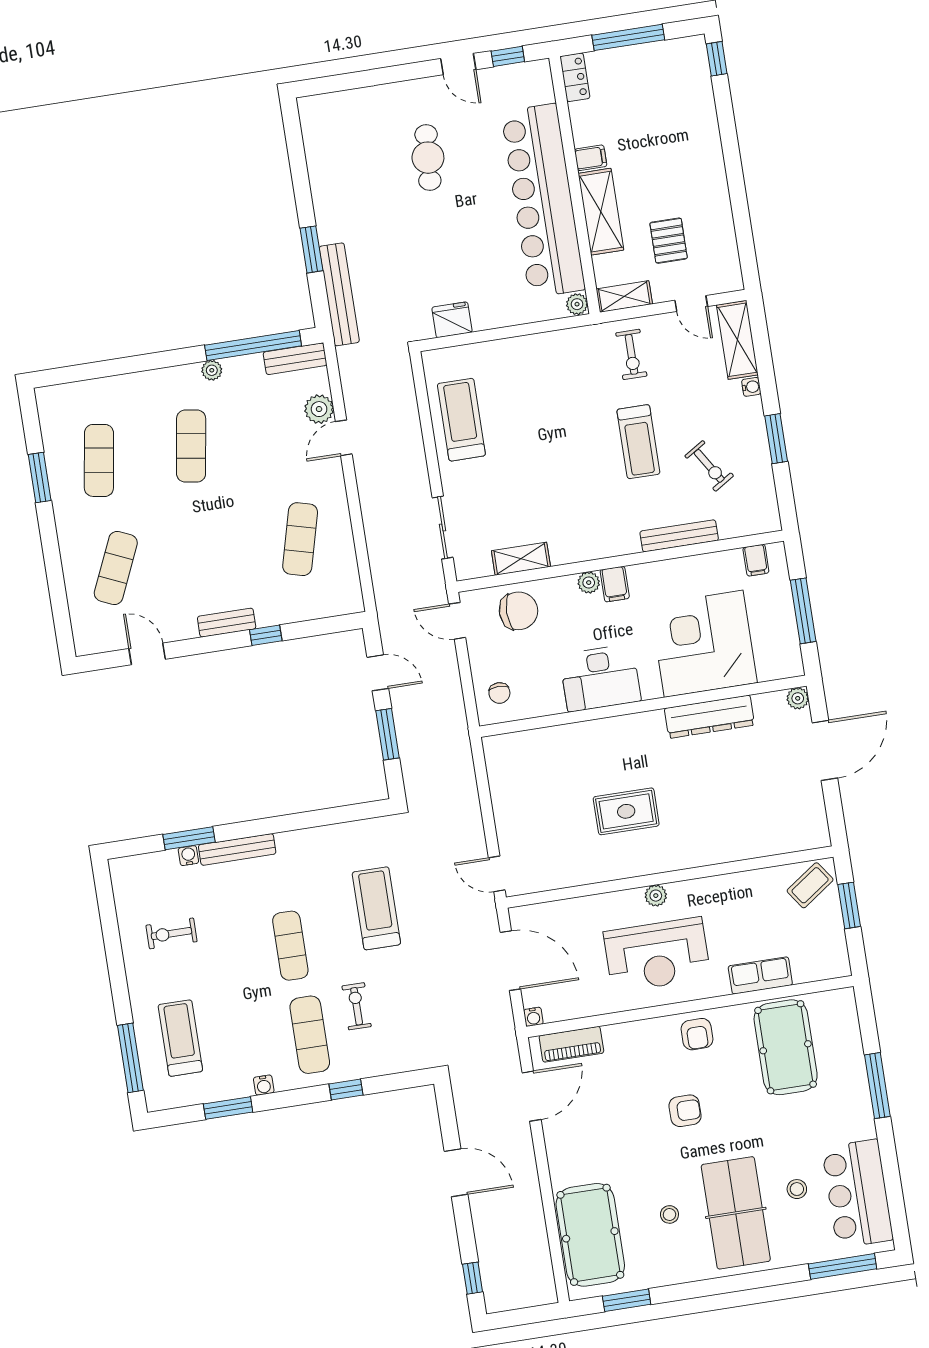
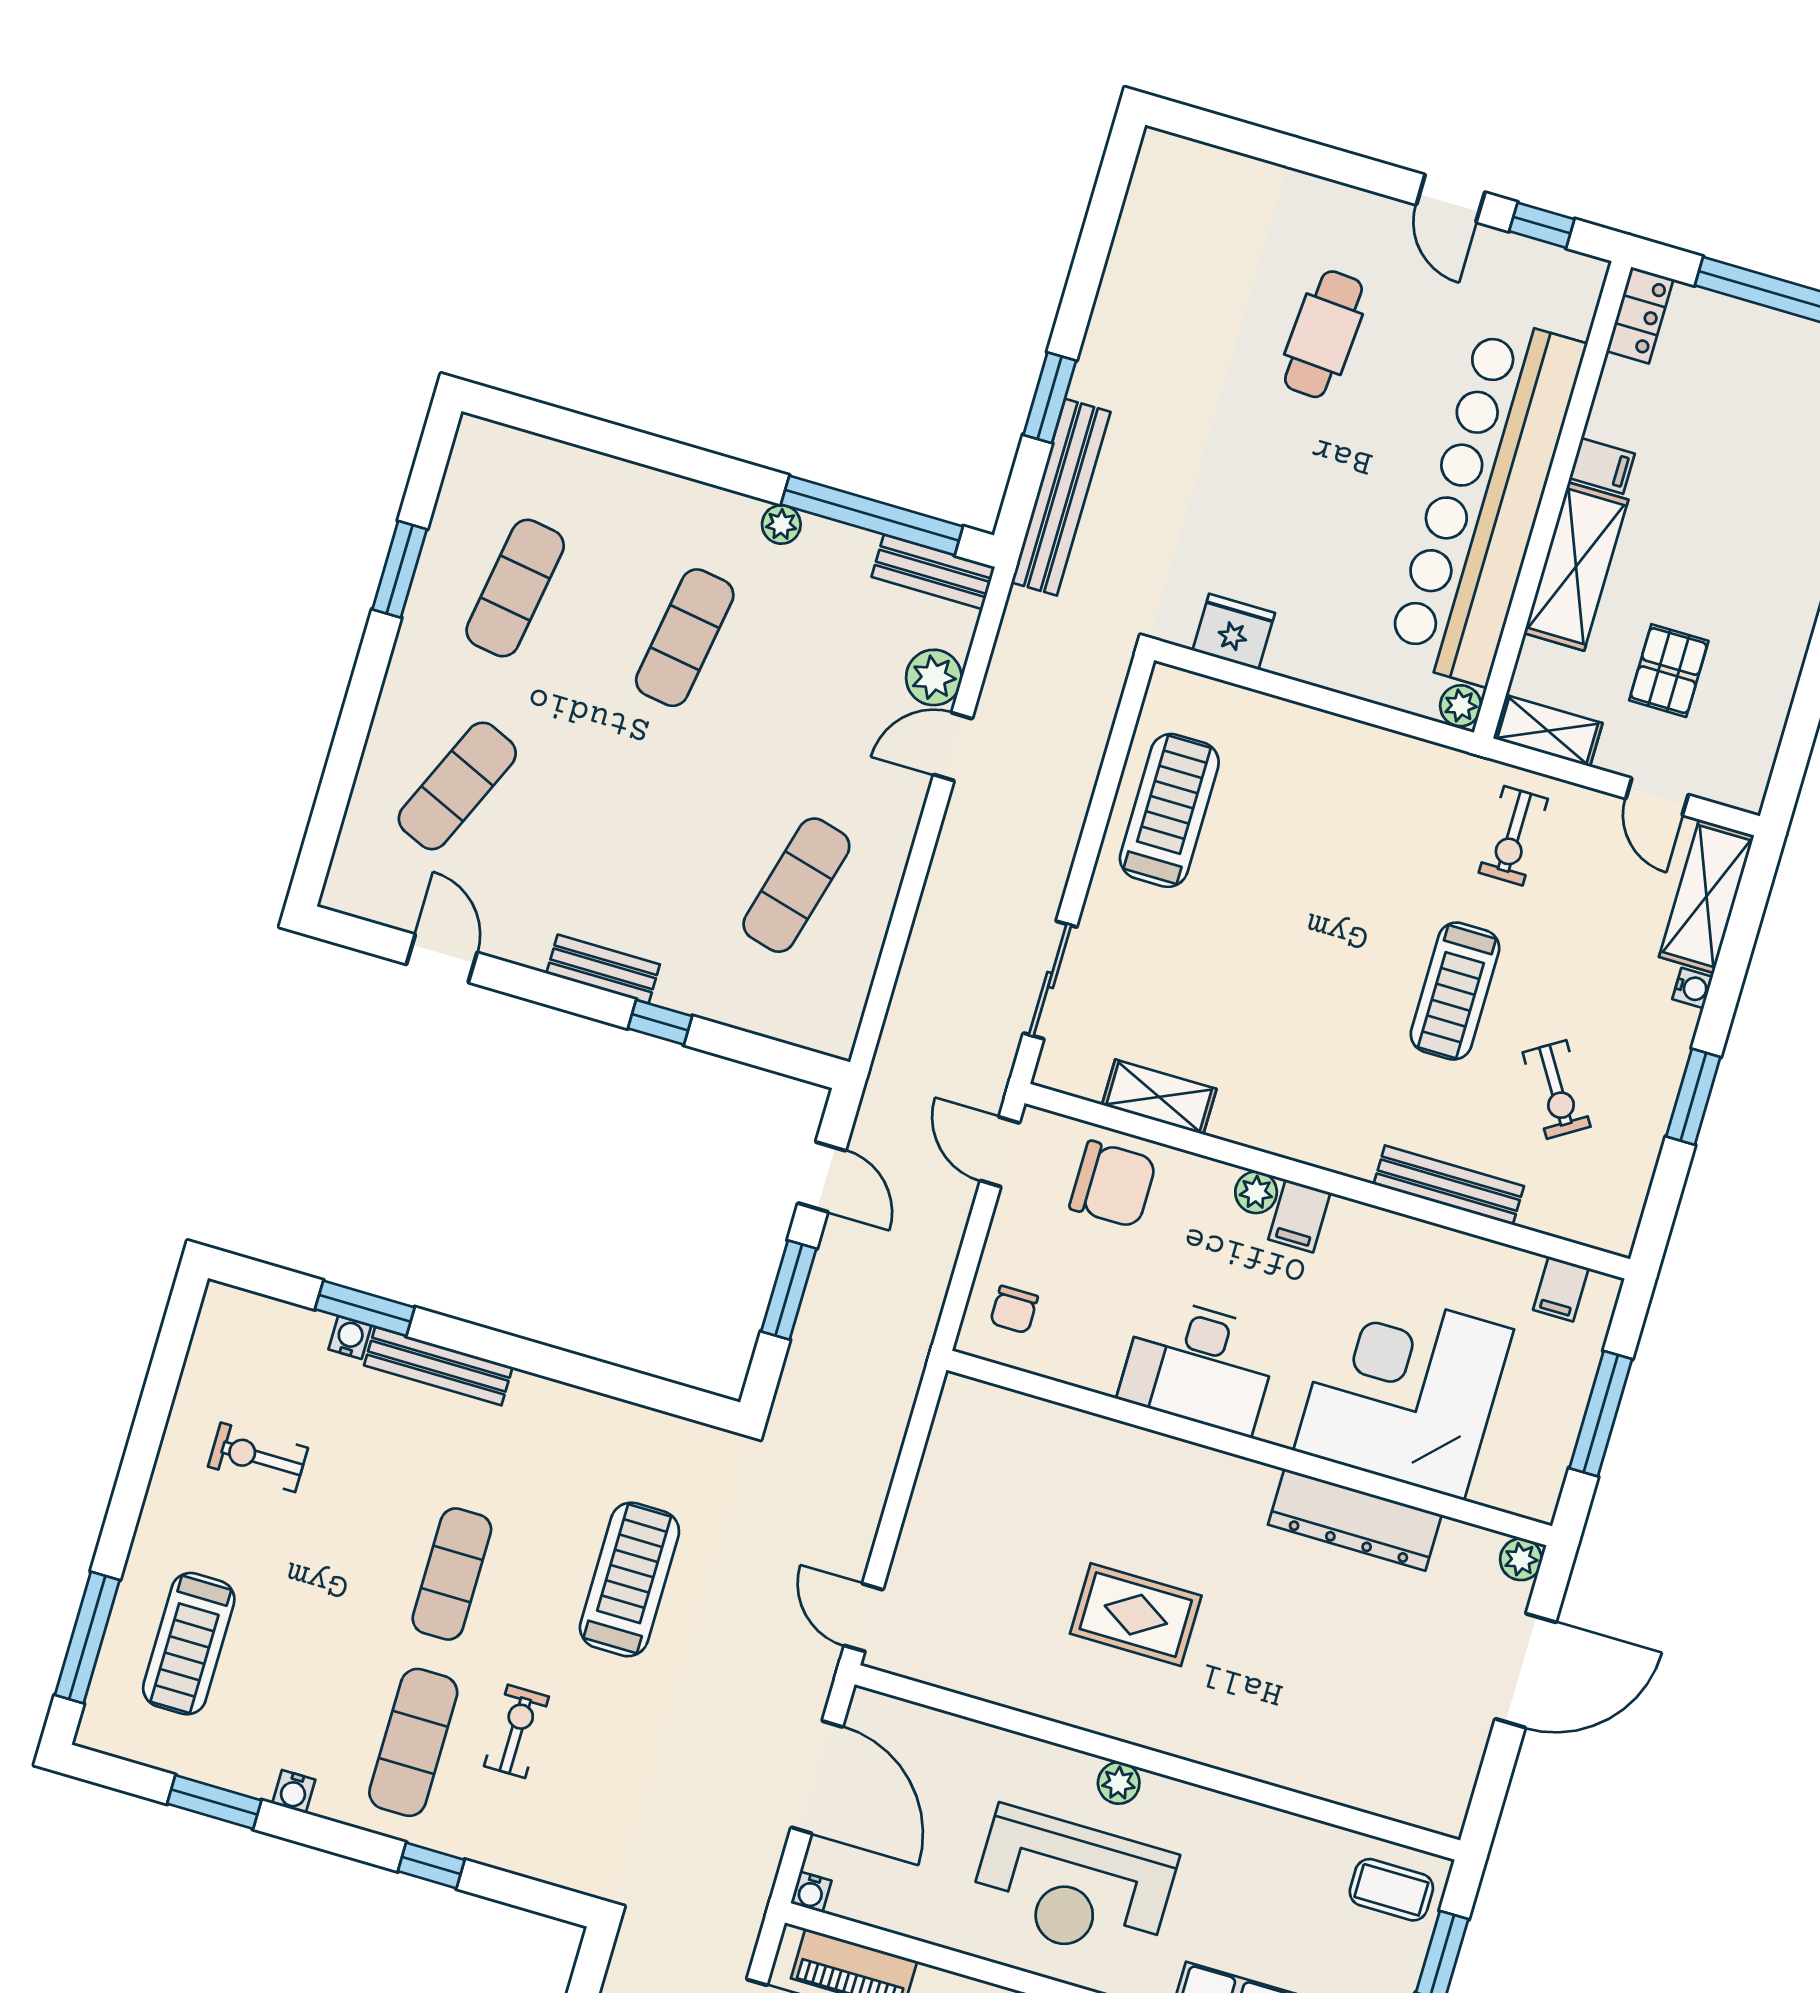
coffee table: (810, 885) -> (1391, 1890), turned 35
treadmill: (180, 1038) -> (189, 1644), turned 180

